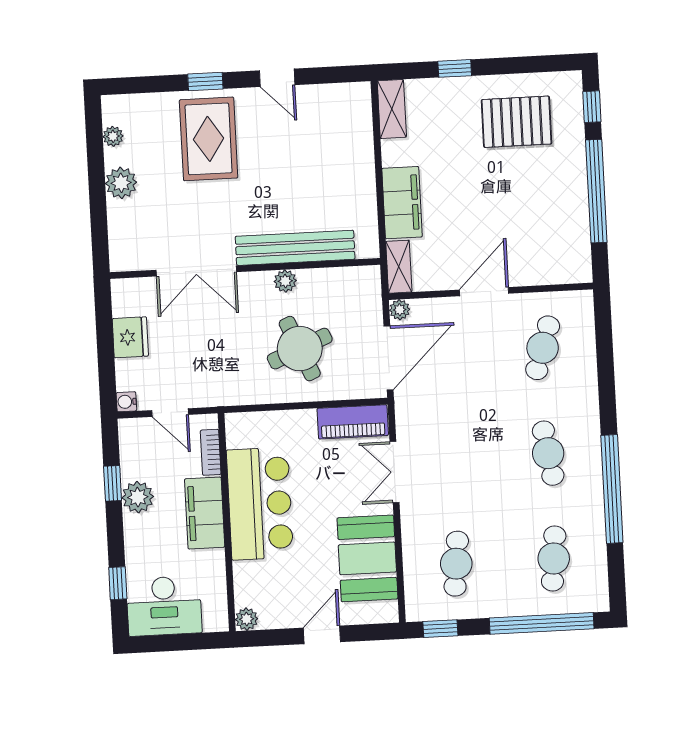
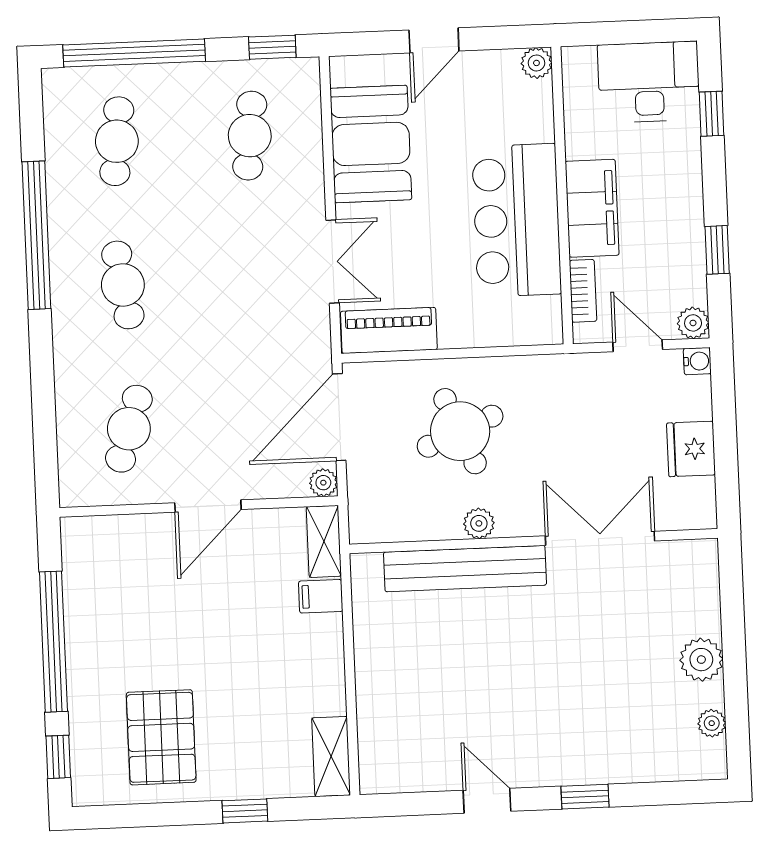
pallet: (517, 122) -> (161, 737), turned 90
rug: (209, 139) -> (581, 718), removed
filing cabinet: (402, 203) -> (321, 596), width x0.33, depth x0.86
plant: (138, 497) -> (693, 323), moved, width x0.73, depth x0.73

